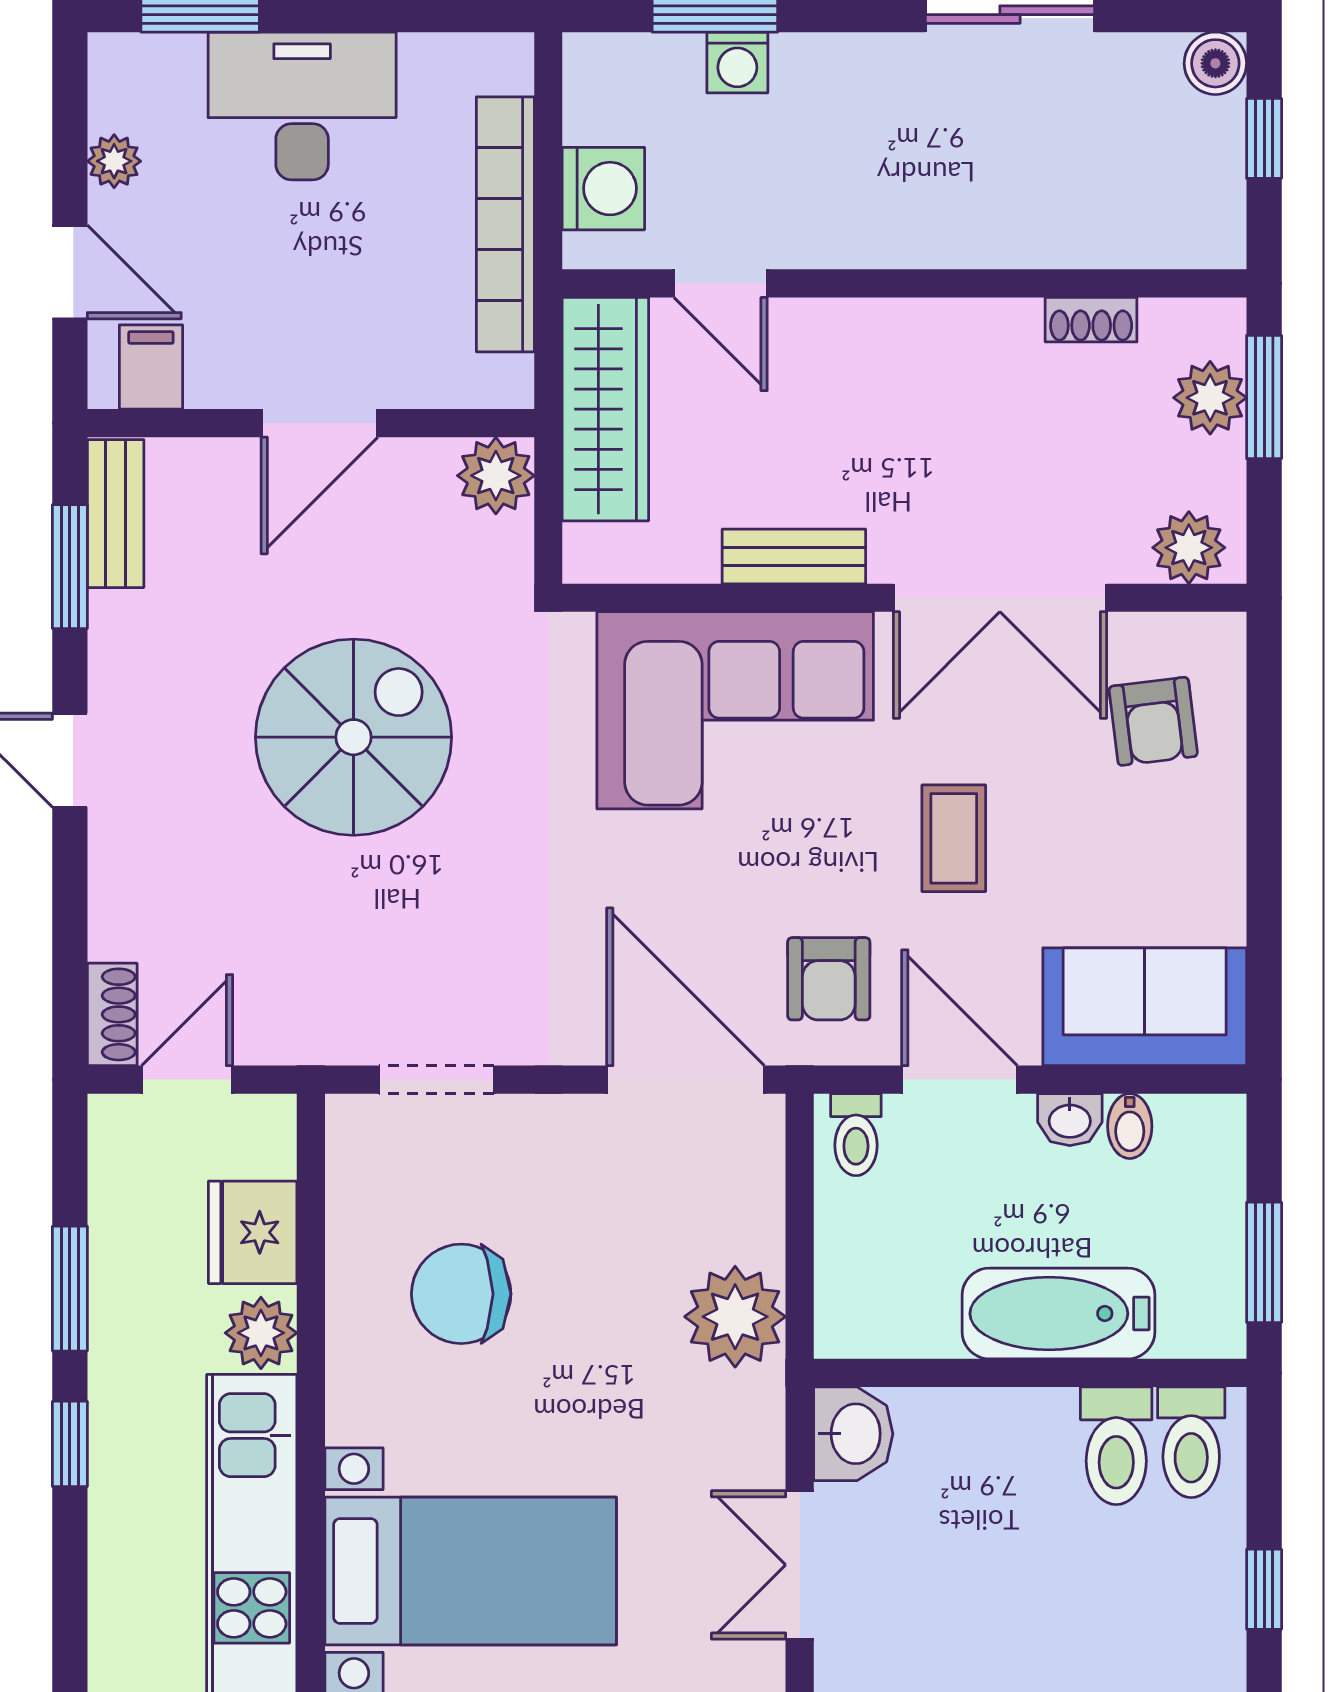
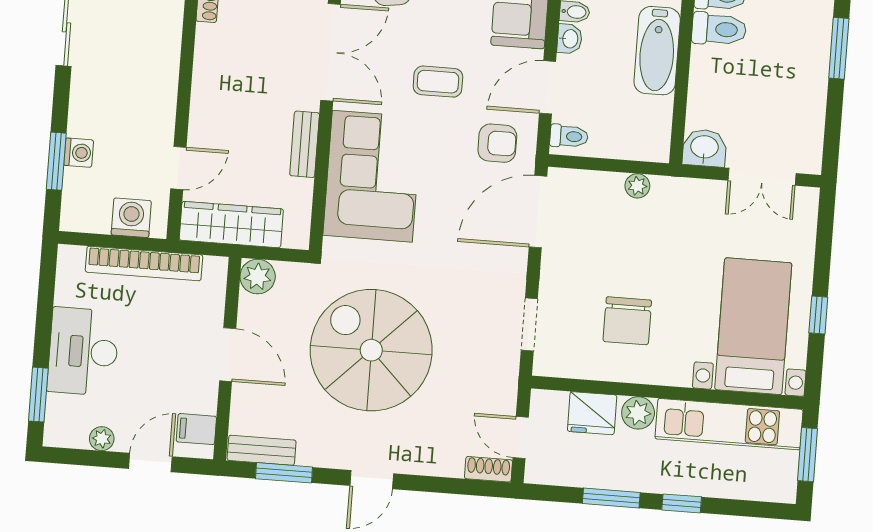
spiral stairs: (353, 737) -> (371, 350), width x1.37, depth x1.37
plant: (735, 1317) -> (637, 186), width x0.53, depth x0.53

